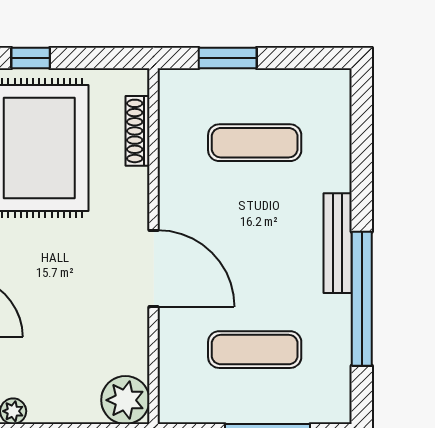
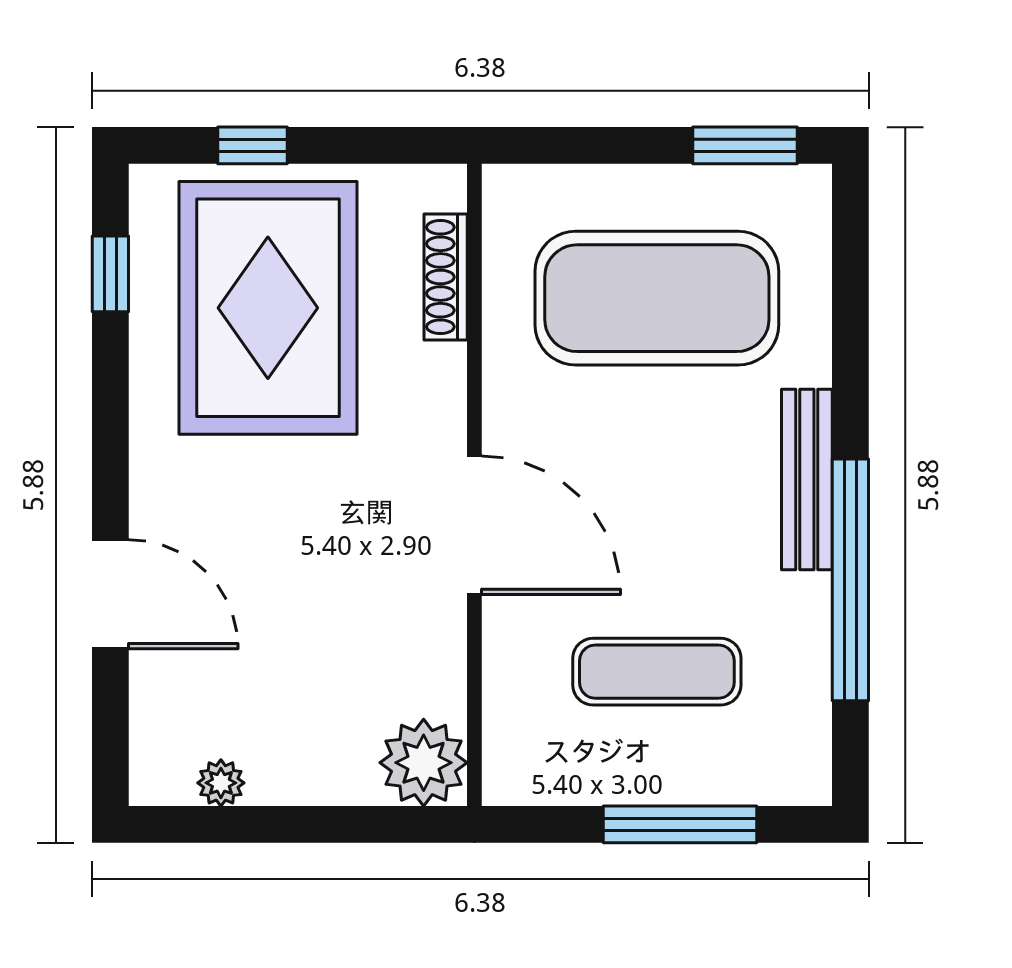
window: (228, 58) -> (745, 145), moved
exercise mat: (255, 143) -> (657, 298), width x2.00, depth x1.45

